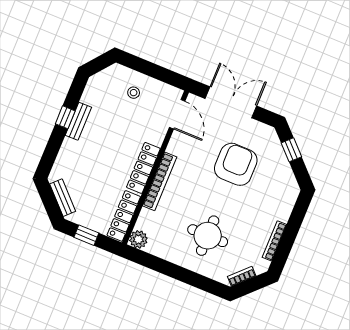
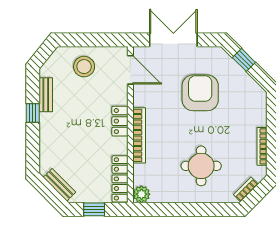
stool: (134, 93) -> (84, 67), width x1.89, depth x1.89
bench: (78, 121) -> (46, 95), moved
locker: (143, 168) -> (120, 121), width x0.66

